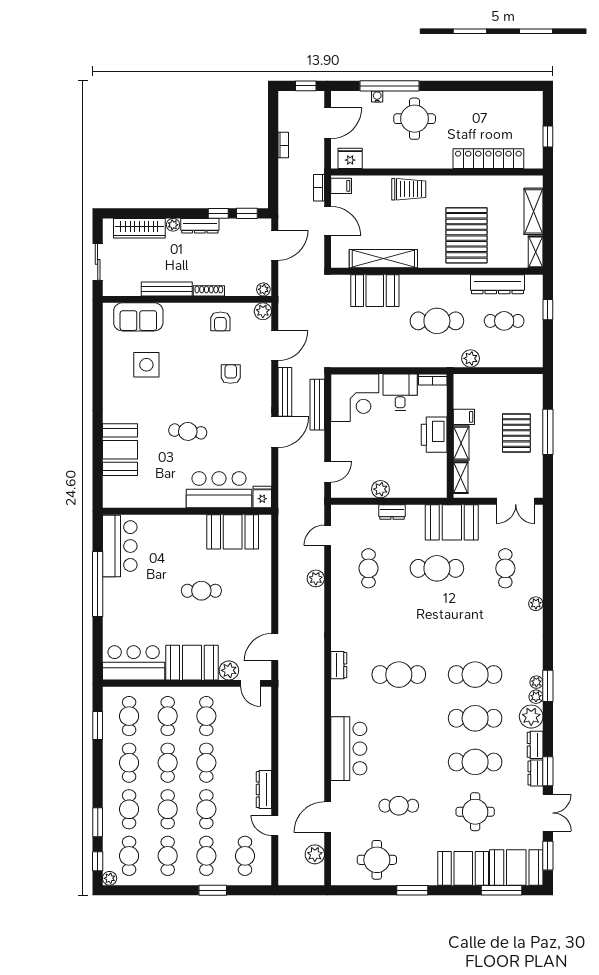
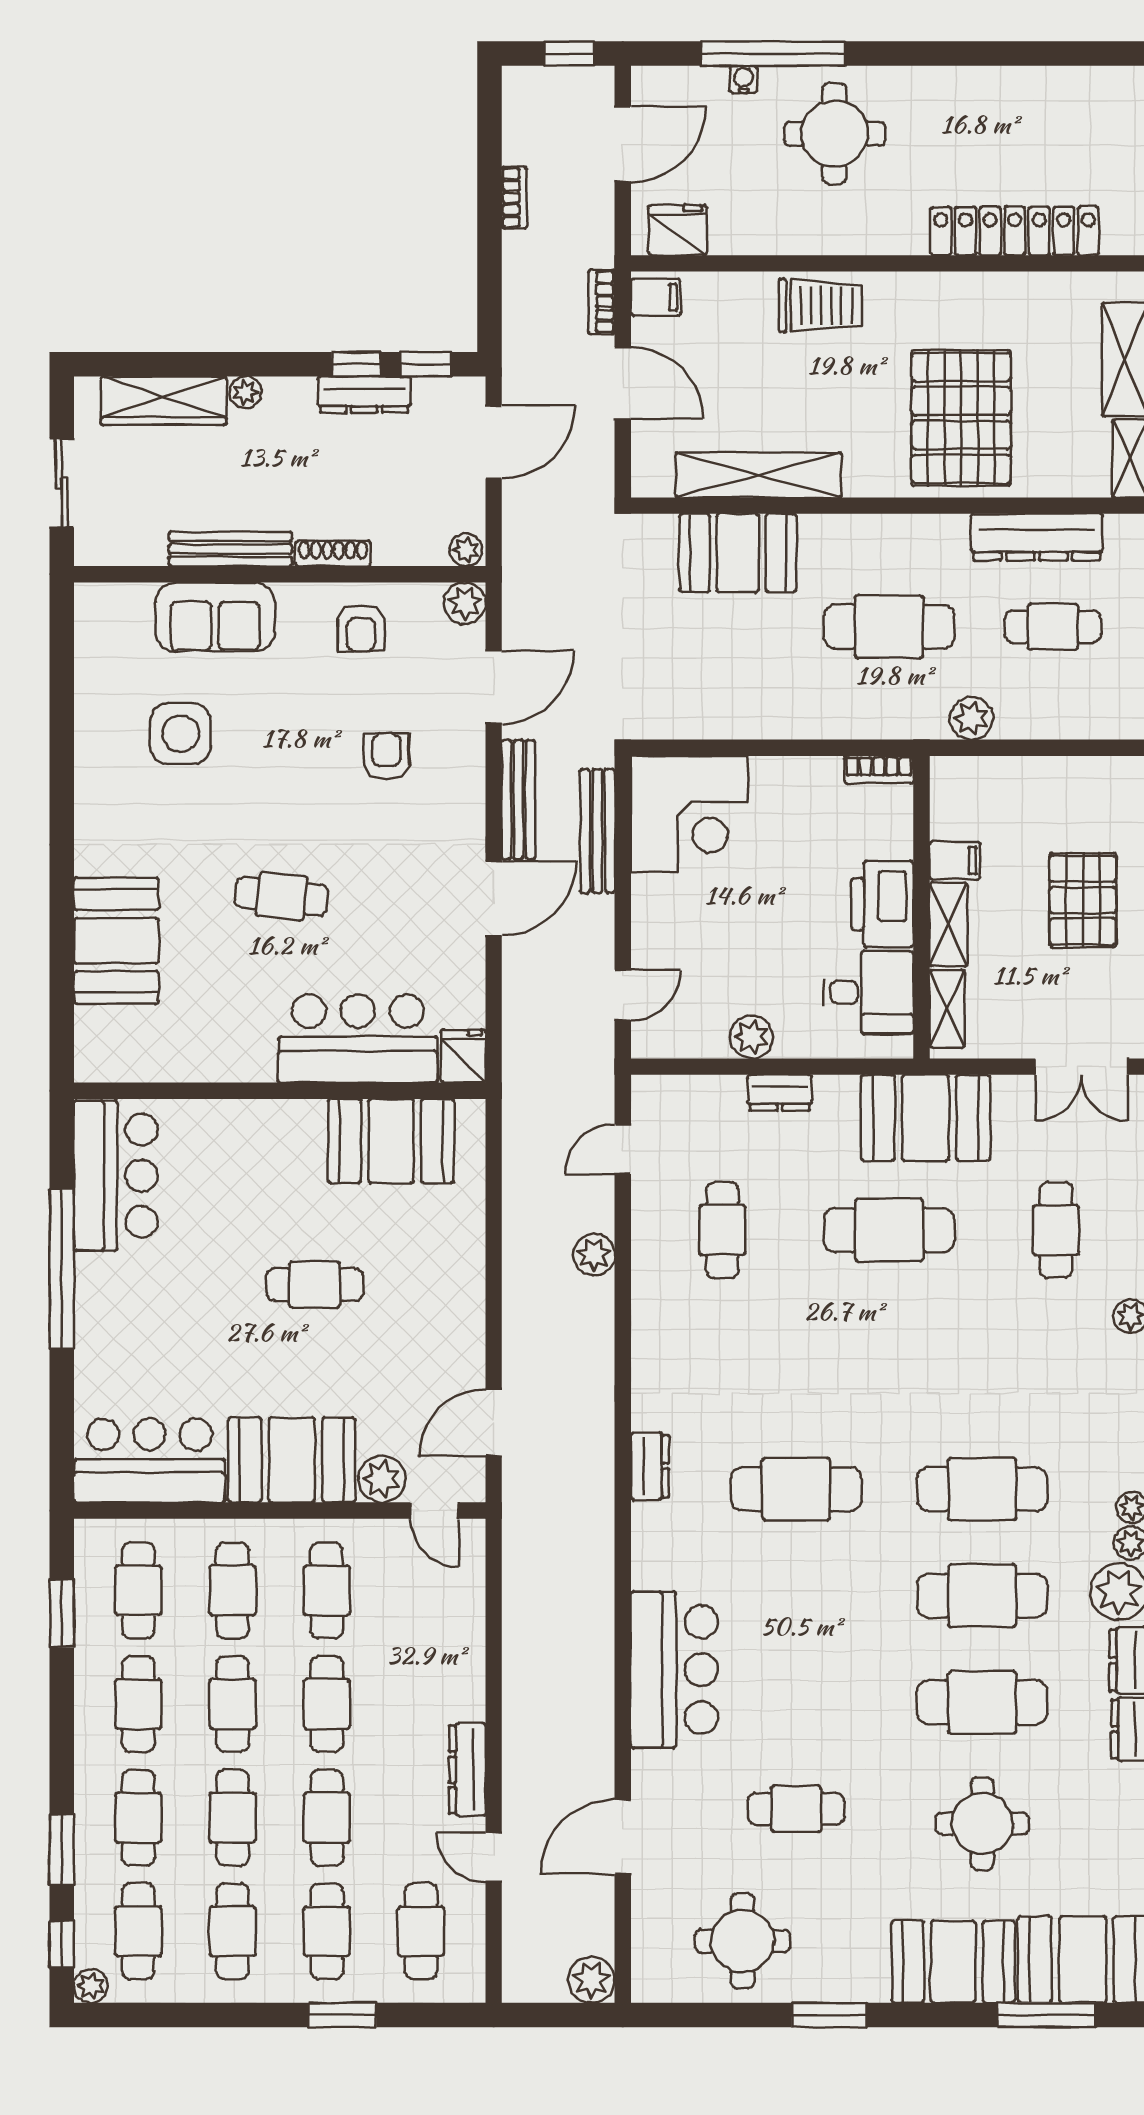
dresser: (200, 226) -> (364, 395), moved
sofa: (138, 317) -> (215, 617), moved
desk: (400, 392) -> (868, 992), moved, turned 90
plant: (315, 854) -> (591, 1980), moved

